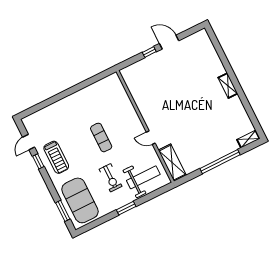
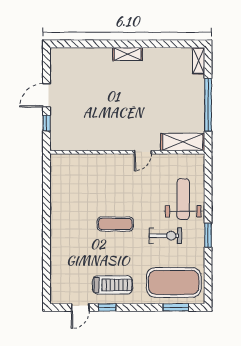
wall: (145, 126) -> (127, 152), moved
door: (151, 138) -> (143, 152), moved
door: (29, 142) -> (80, 307), hinge flipped
shelving: (172, 163) -> (183, 142), moved

